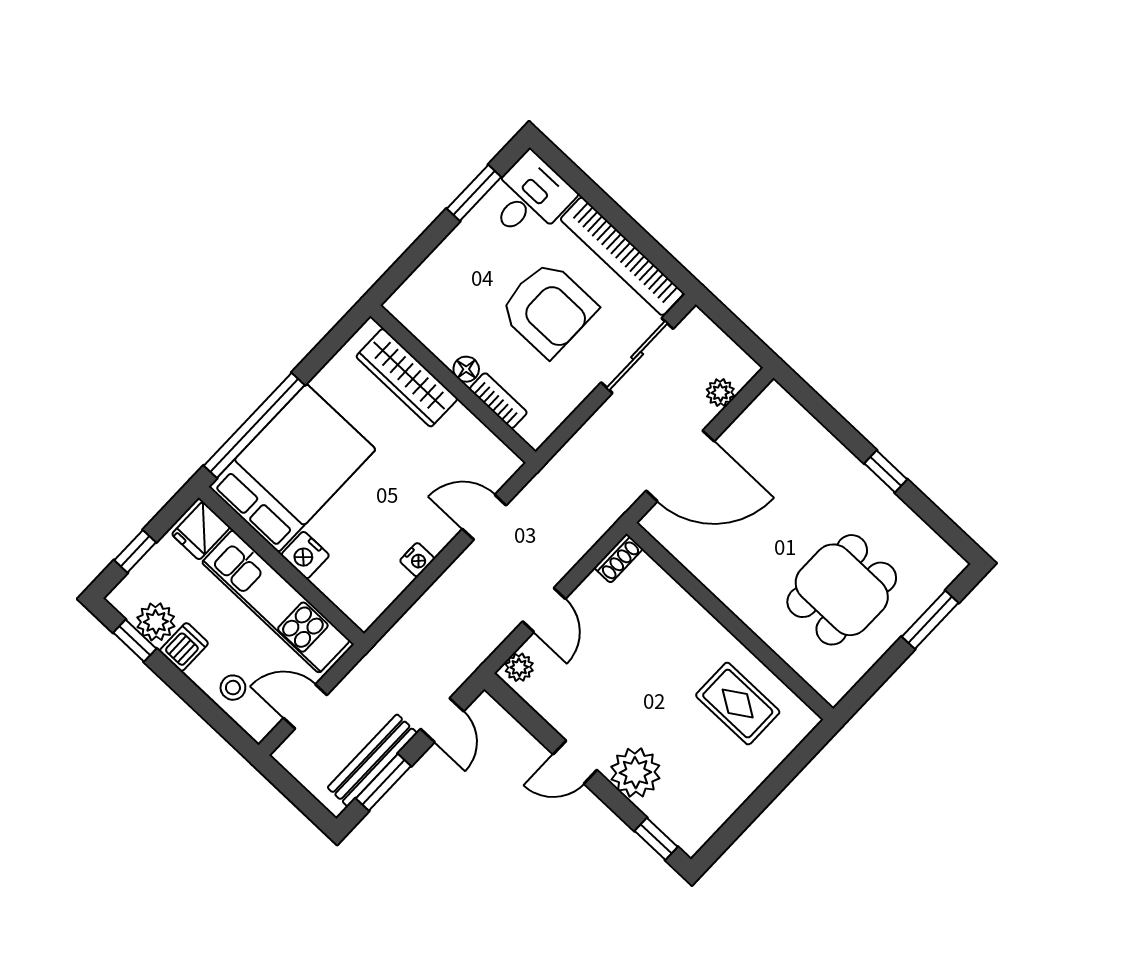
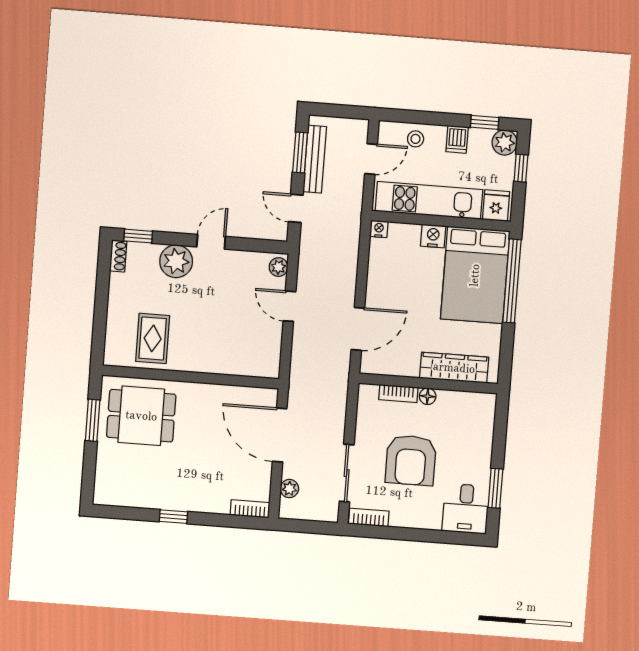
bookcase: (622, 256) -> (369, 517), width x0.43, depth x0.76
armchair: (548, 309) -> (411, 460), turned -90
bookcase: (787, 407) -> (250, 509), added
door: (680, 466) -> (280, 435), hinge flipped
door: (484, 517) -> (358, 329), width x1.38
shoe rack: (618, 558) -> (118, 256), moved, turned 180
nightstand: (417, 560) -> (379, 229), moved, turned 90
dining table: (842, 590) -> (141, 416), moved, turned 90
window: (930, 620) -> (93, 420), moved
plant: (156, 622) -> (505, 142), moved
rug: (738, 704) -> (153, 338), turned 90

